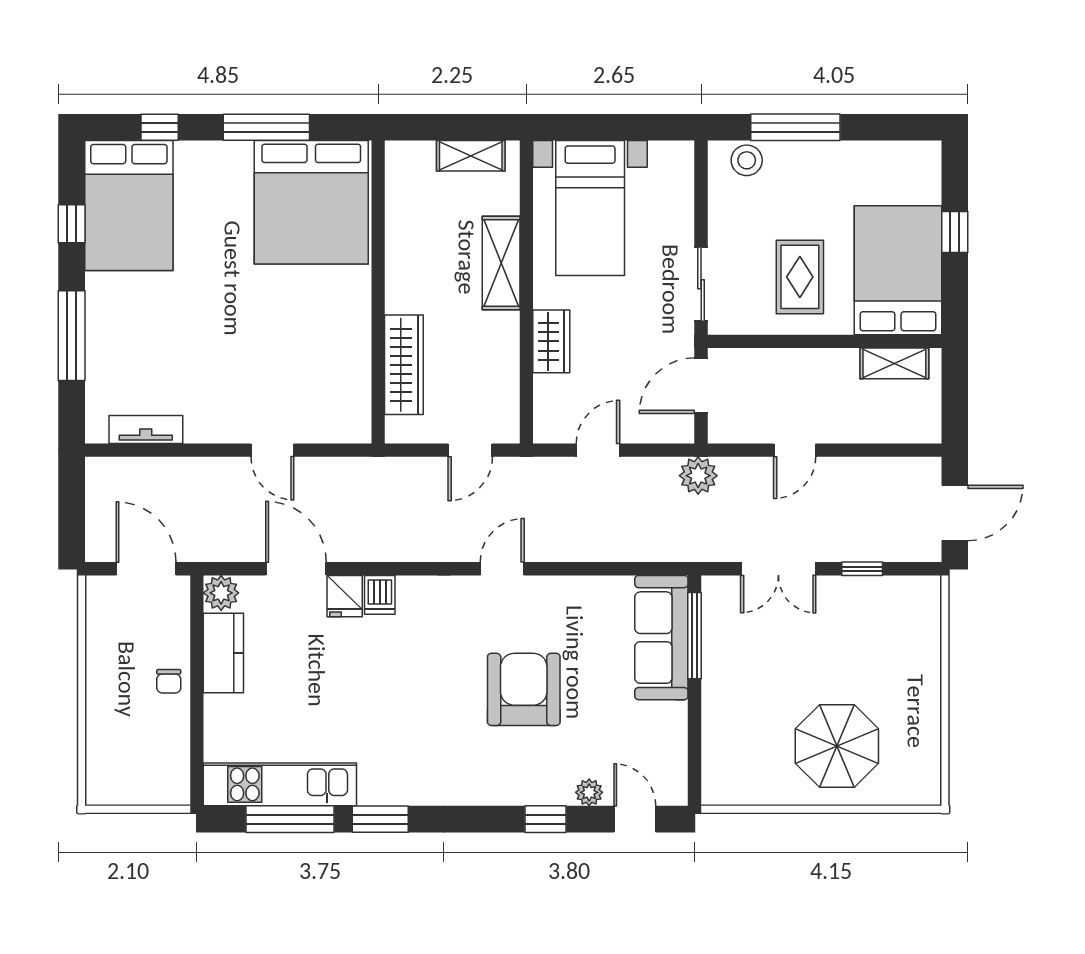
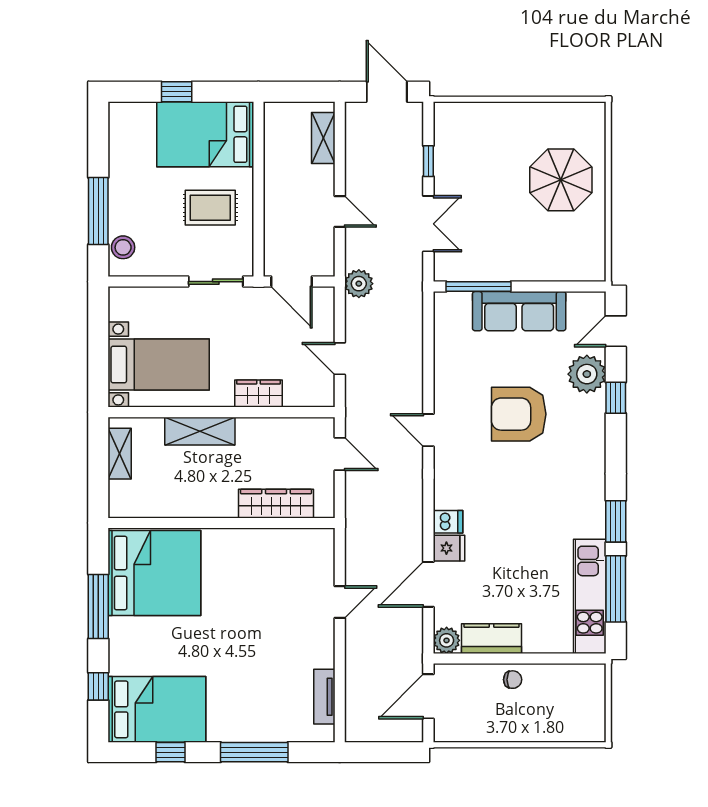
shelving: (894, 363) -> (323, 138), moved
sofa: (661, 638) -> (519, 311), moved
plant: (589, 792) -> (587, 374), width x1.88, depth x1.88

